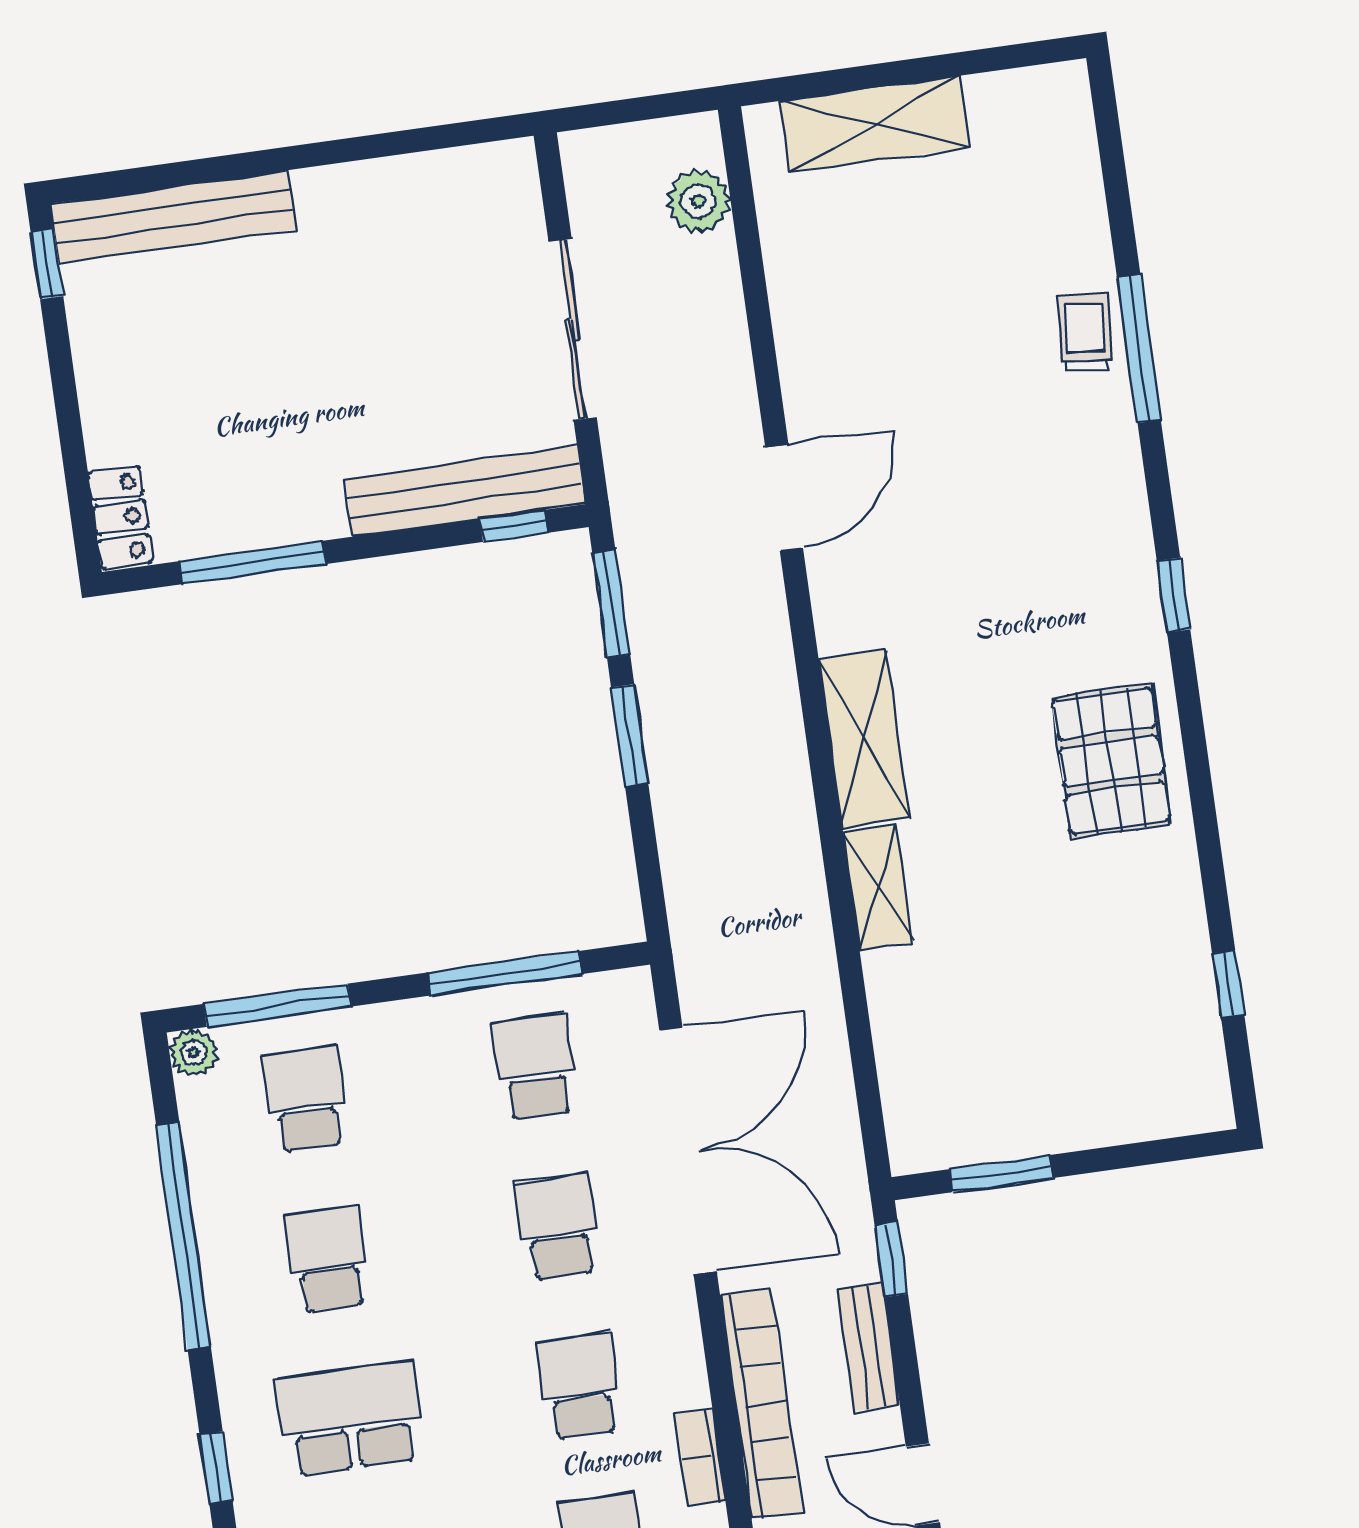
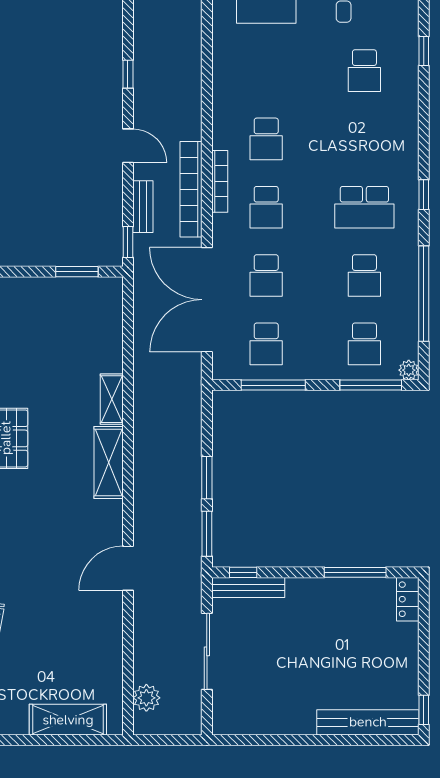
bench: (465, 491) -> (248, 588), width x0.73, depth x0.82
bookcase: (701, 1457) -> (220, 181), width x1.56

